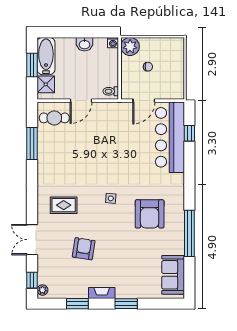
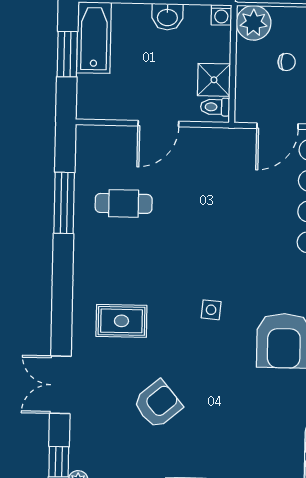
shower: (46, 84) -> (214, 80), moved
cafe table: (54, 118) -> (124, 203), moved
armchair: (84, 249) -> (158, 404), turned 41

